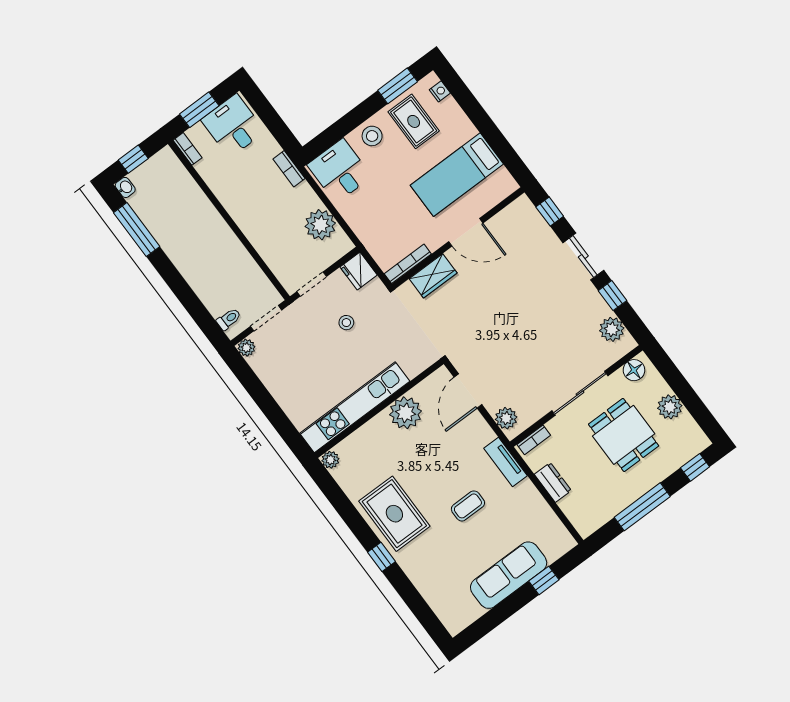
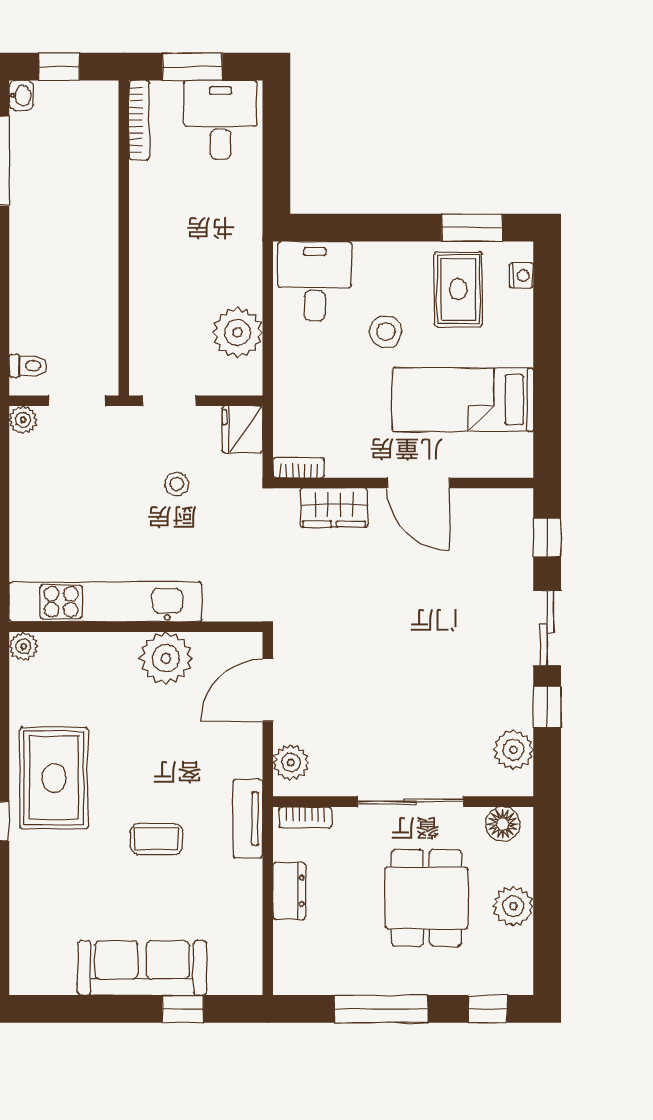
stool: (372, 136) -> (386, 332), moved
bookcase: (187, 149) -> (139, 120), width x1.56
bookcase: (289, 169) -> (251, 230), removed
bookcase: (408, 264) -> (299, 468), width x0.64

